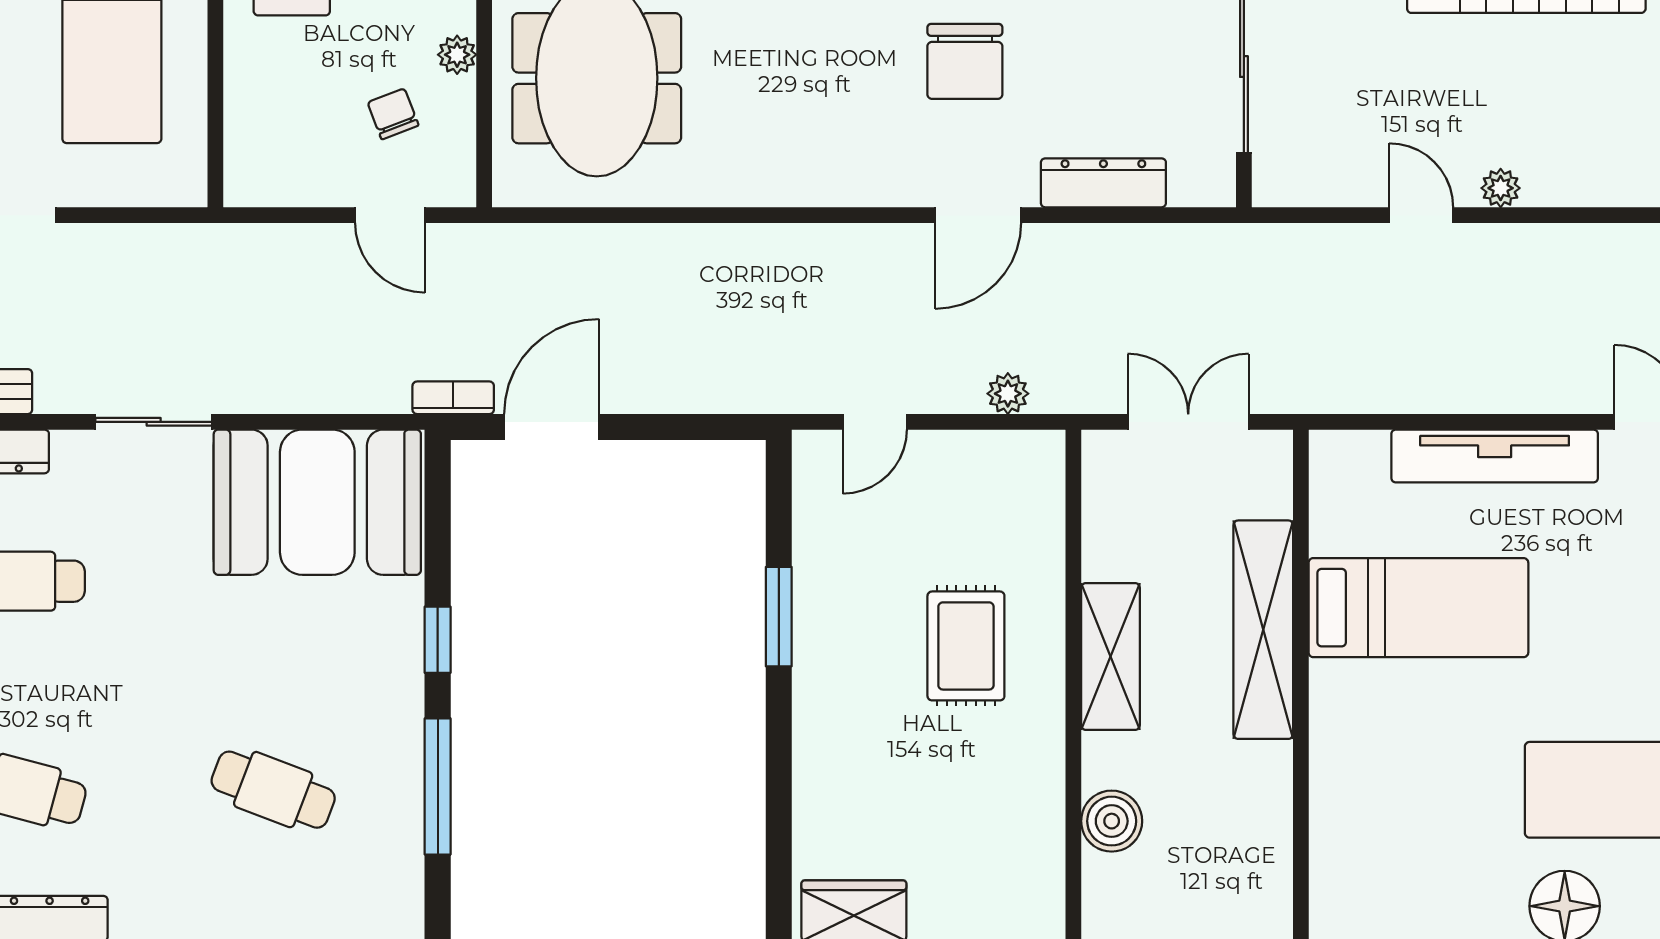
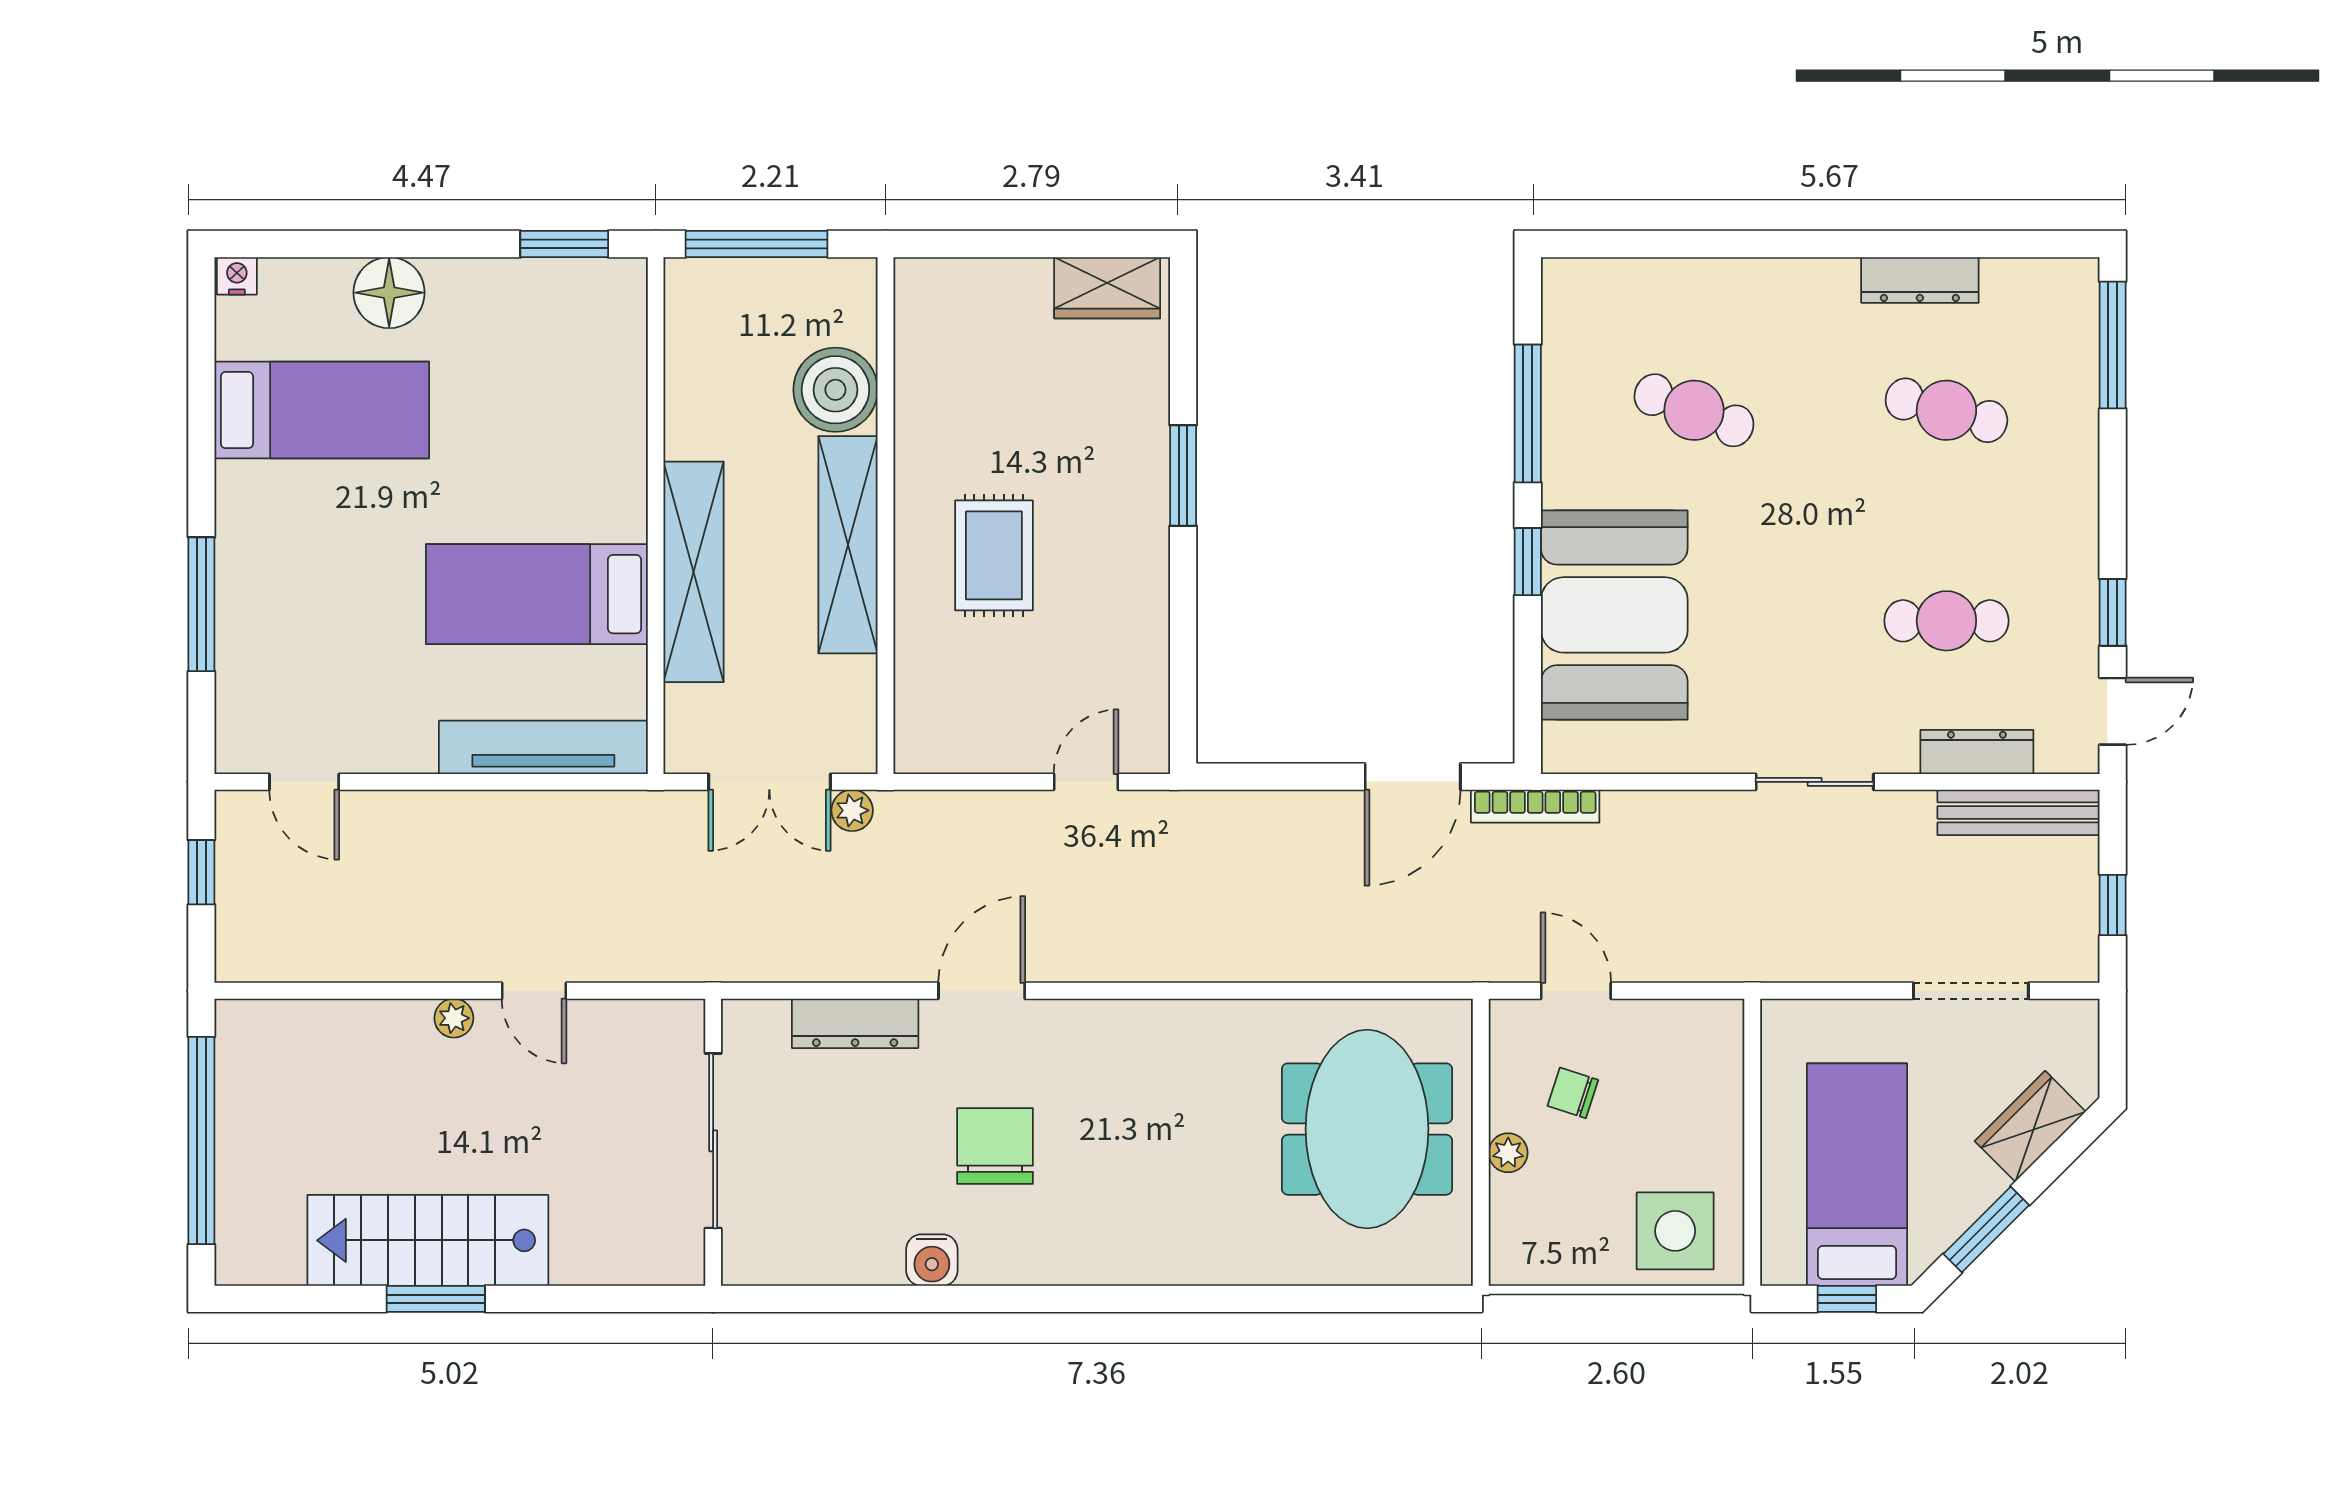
chair: (393, 114) -> (1573, 1093), turned 129
plant: (1008, 394) -> (852, 810), moved
bookcase: (453, 398) -> (1535, 806), width x1.56
tv unit: (1495, 456) -> (543, 747), moved
booth: (317, 502) -> (1614, 615), moved, turned 90
window: (779, 617) -> (1183, 476), moved
shelving: (1110, 656) -> (848, 545), width x1.47
boiler: (1112, 821) -> (835, 390), width x1.37, depth x1.37

